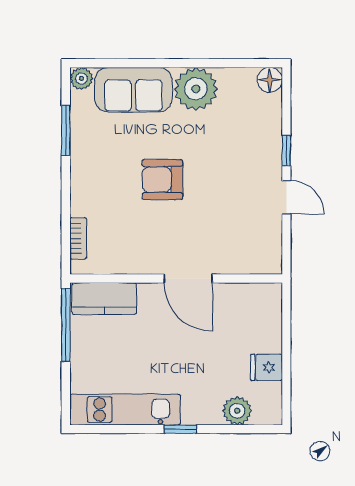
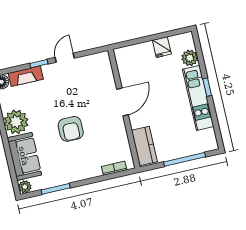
fireplace: (270, 123) -> (26, 76), added
window: (66, 325) -> (185, 159), moved
kitchen unit: (125, 410) -> (198, 98), moved

